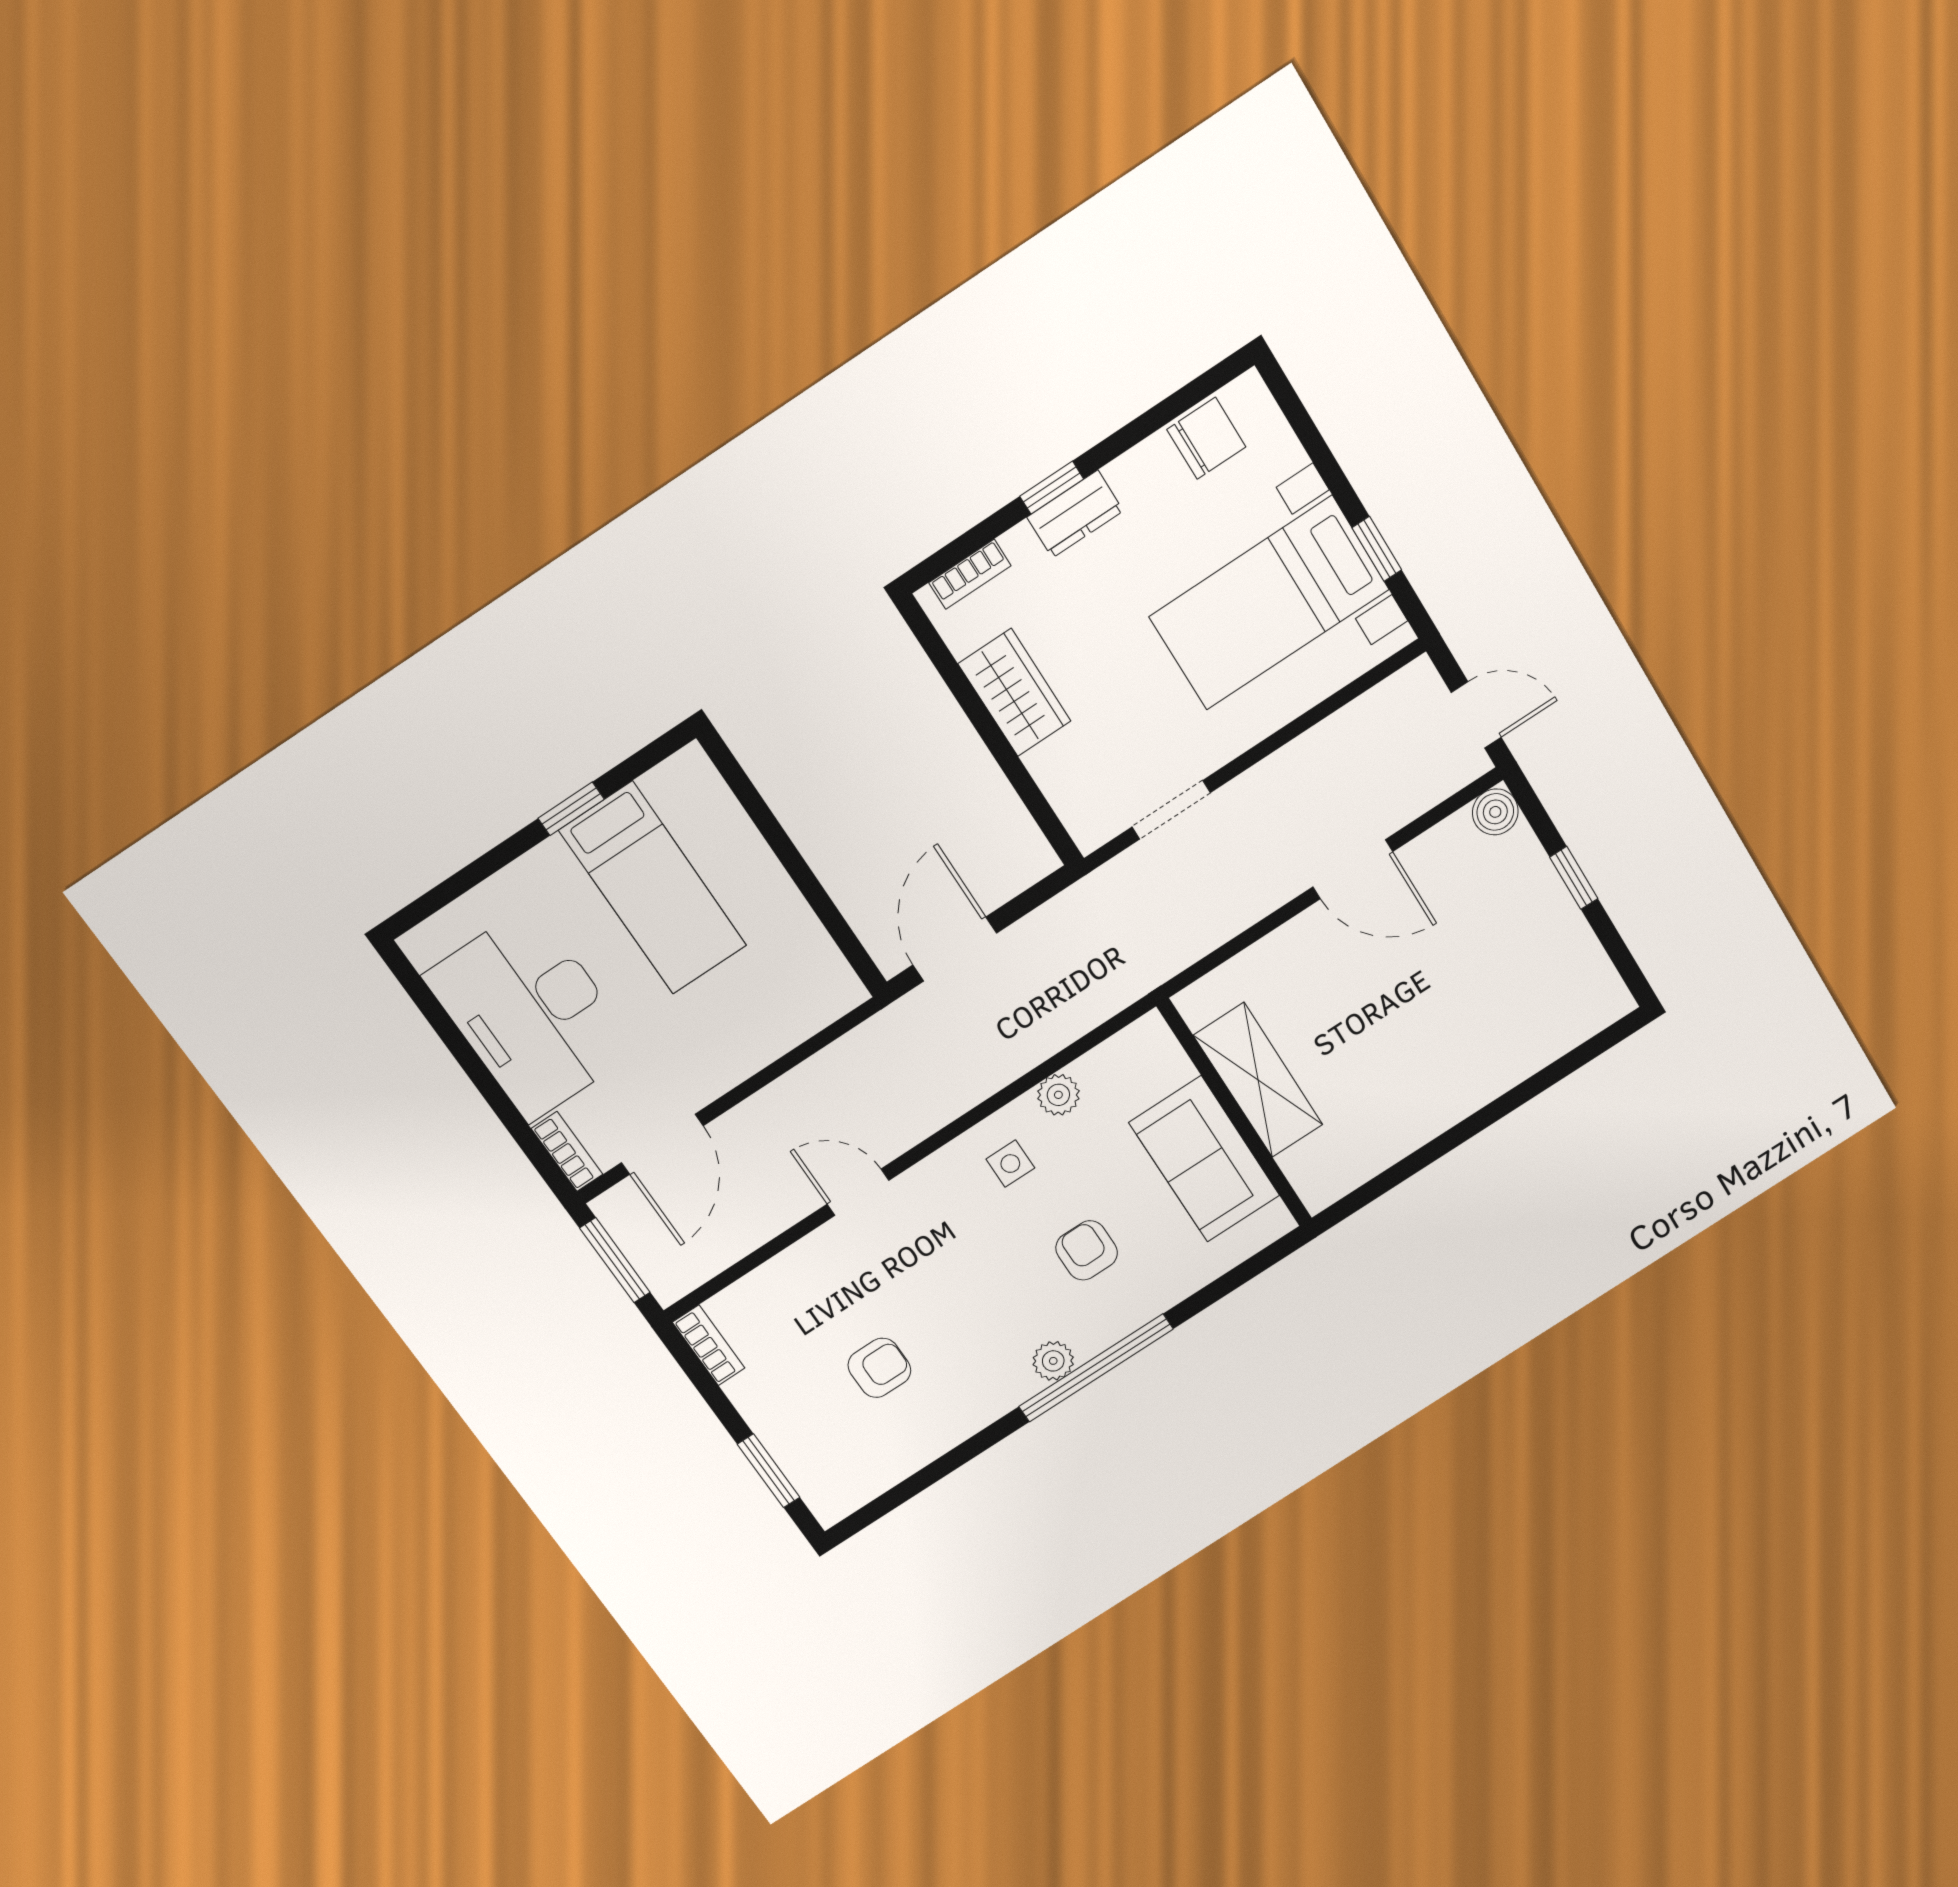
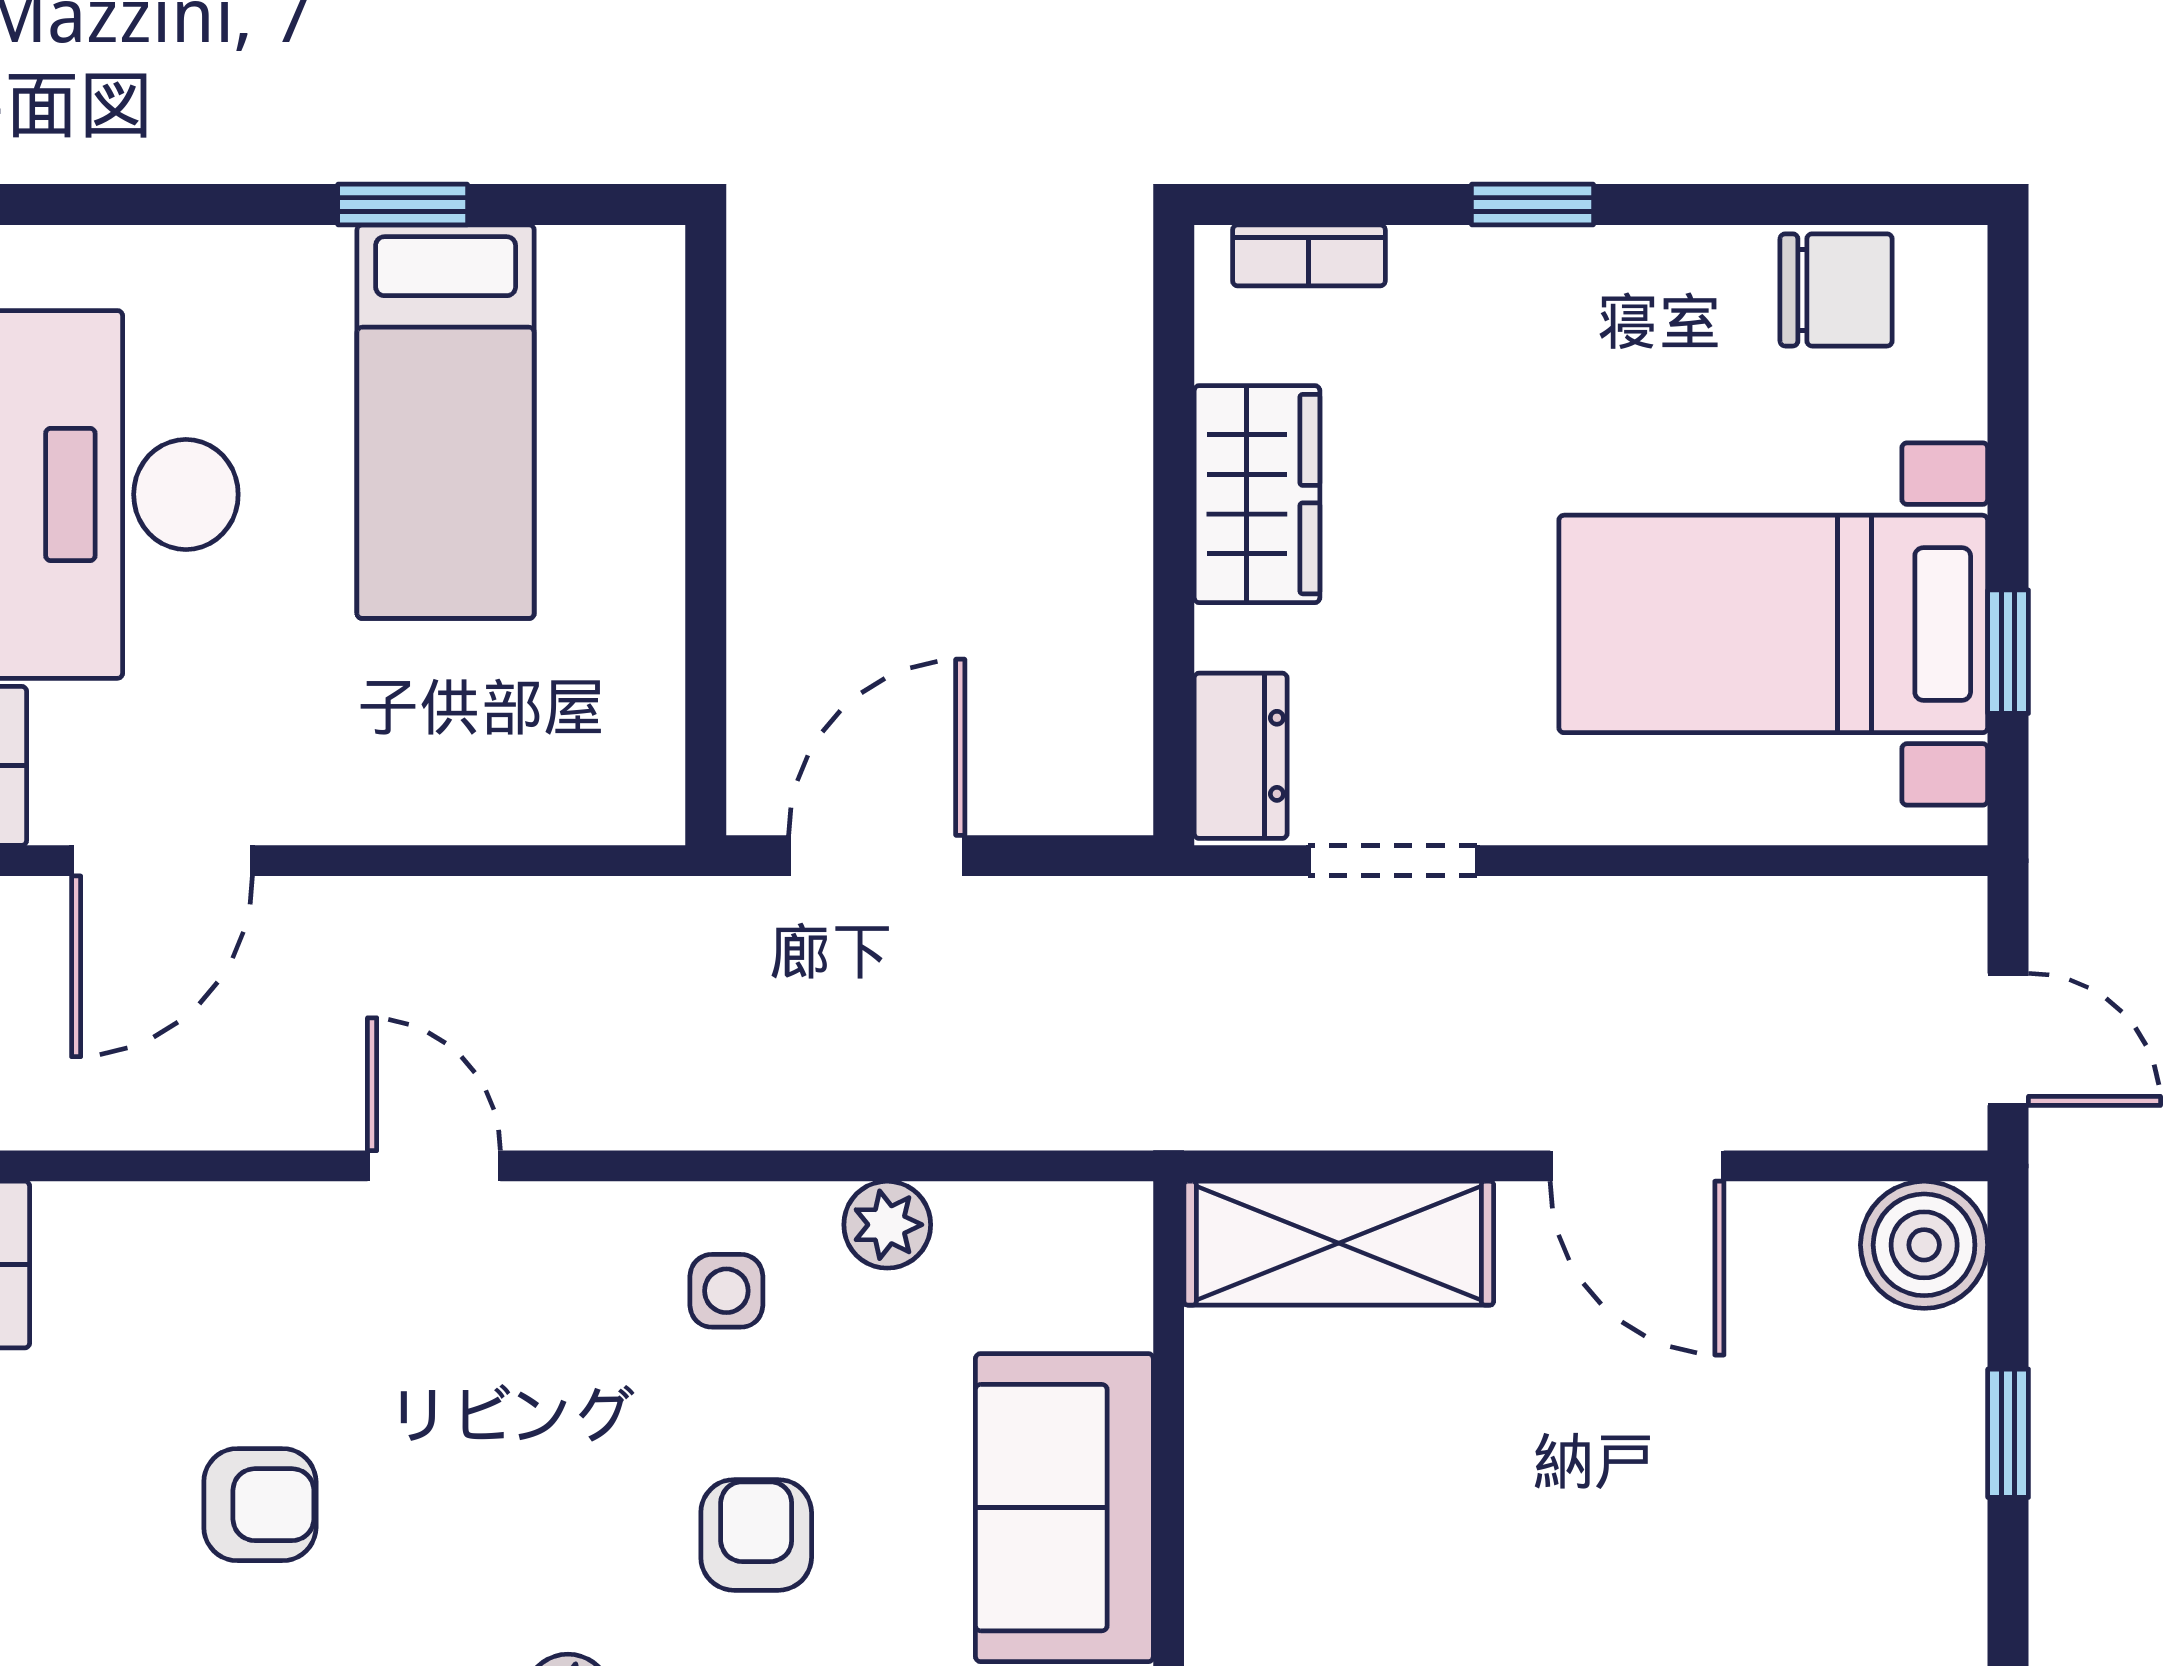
dresser: (1075, 514) -> (1241, 756), moved, turned -90
boiler: (1495, 812) -> (1924, 1245), width x1.36, depth x1.36
shelving: (1258, 1080) -> (1339, 1243), moved, turned 90

